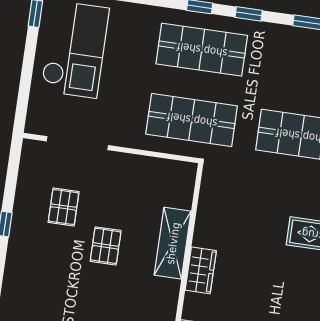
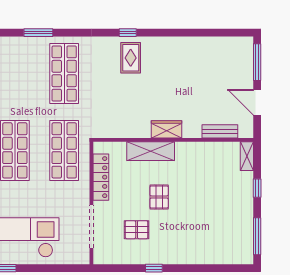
locker: (146, 167) -> (101, 177), added
pallet: (106, 246) -> (159, 197), turned 90

